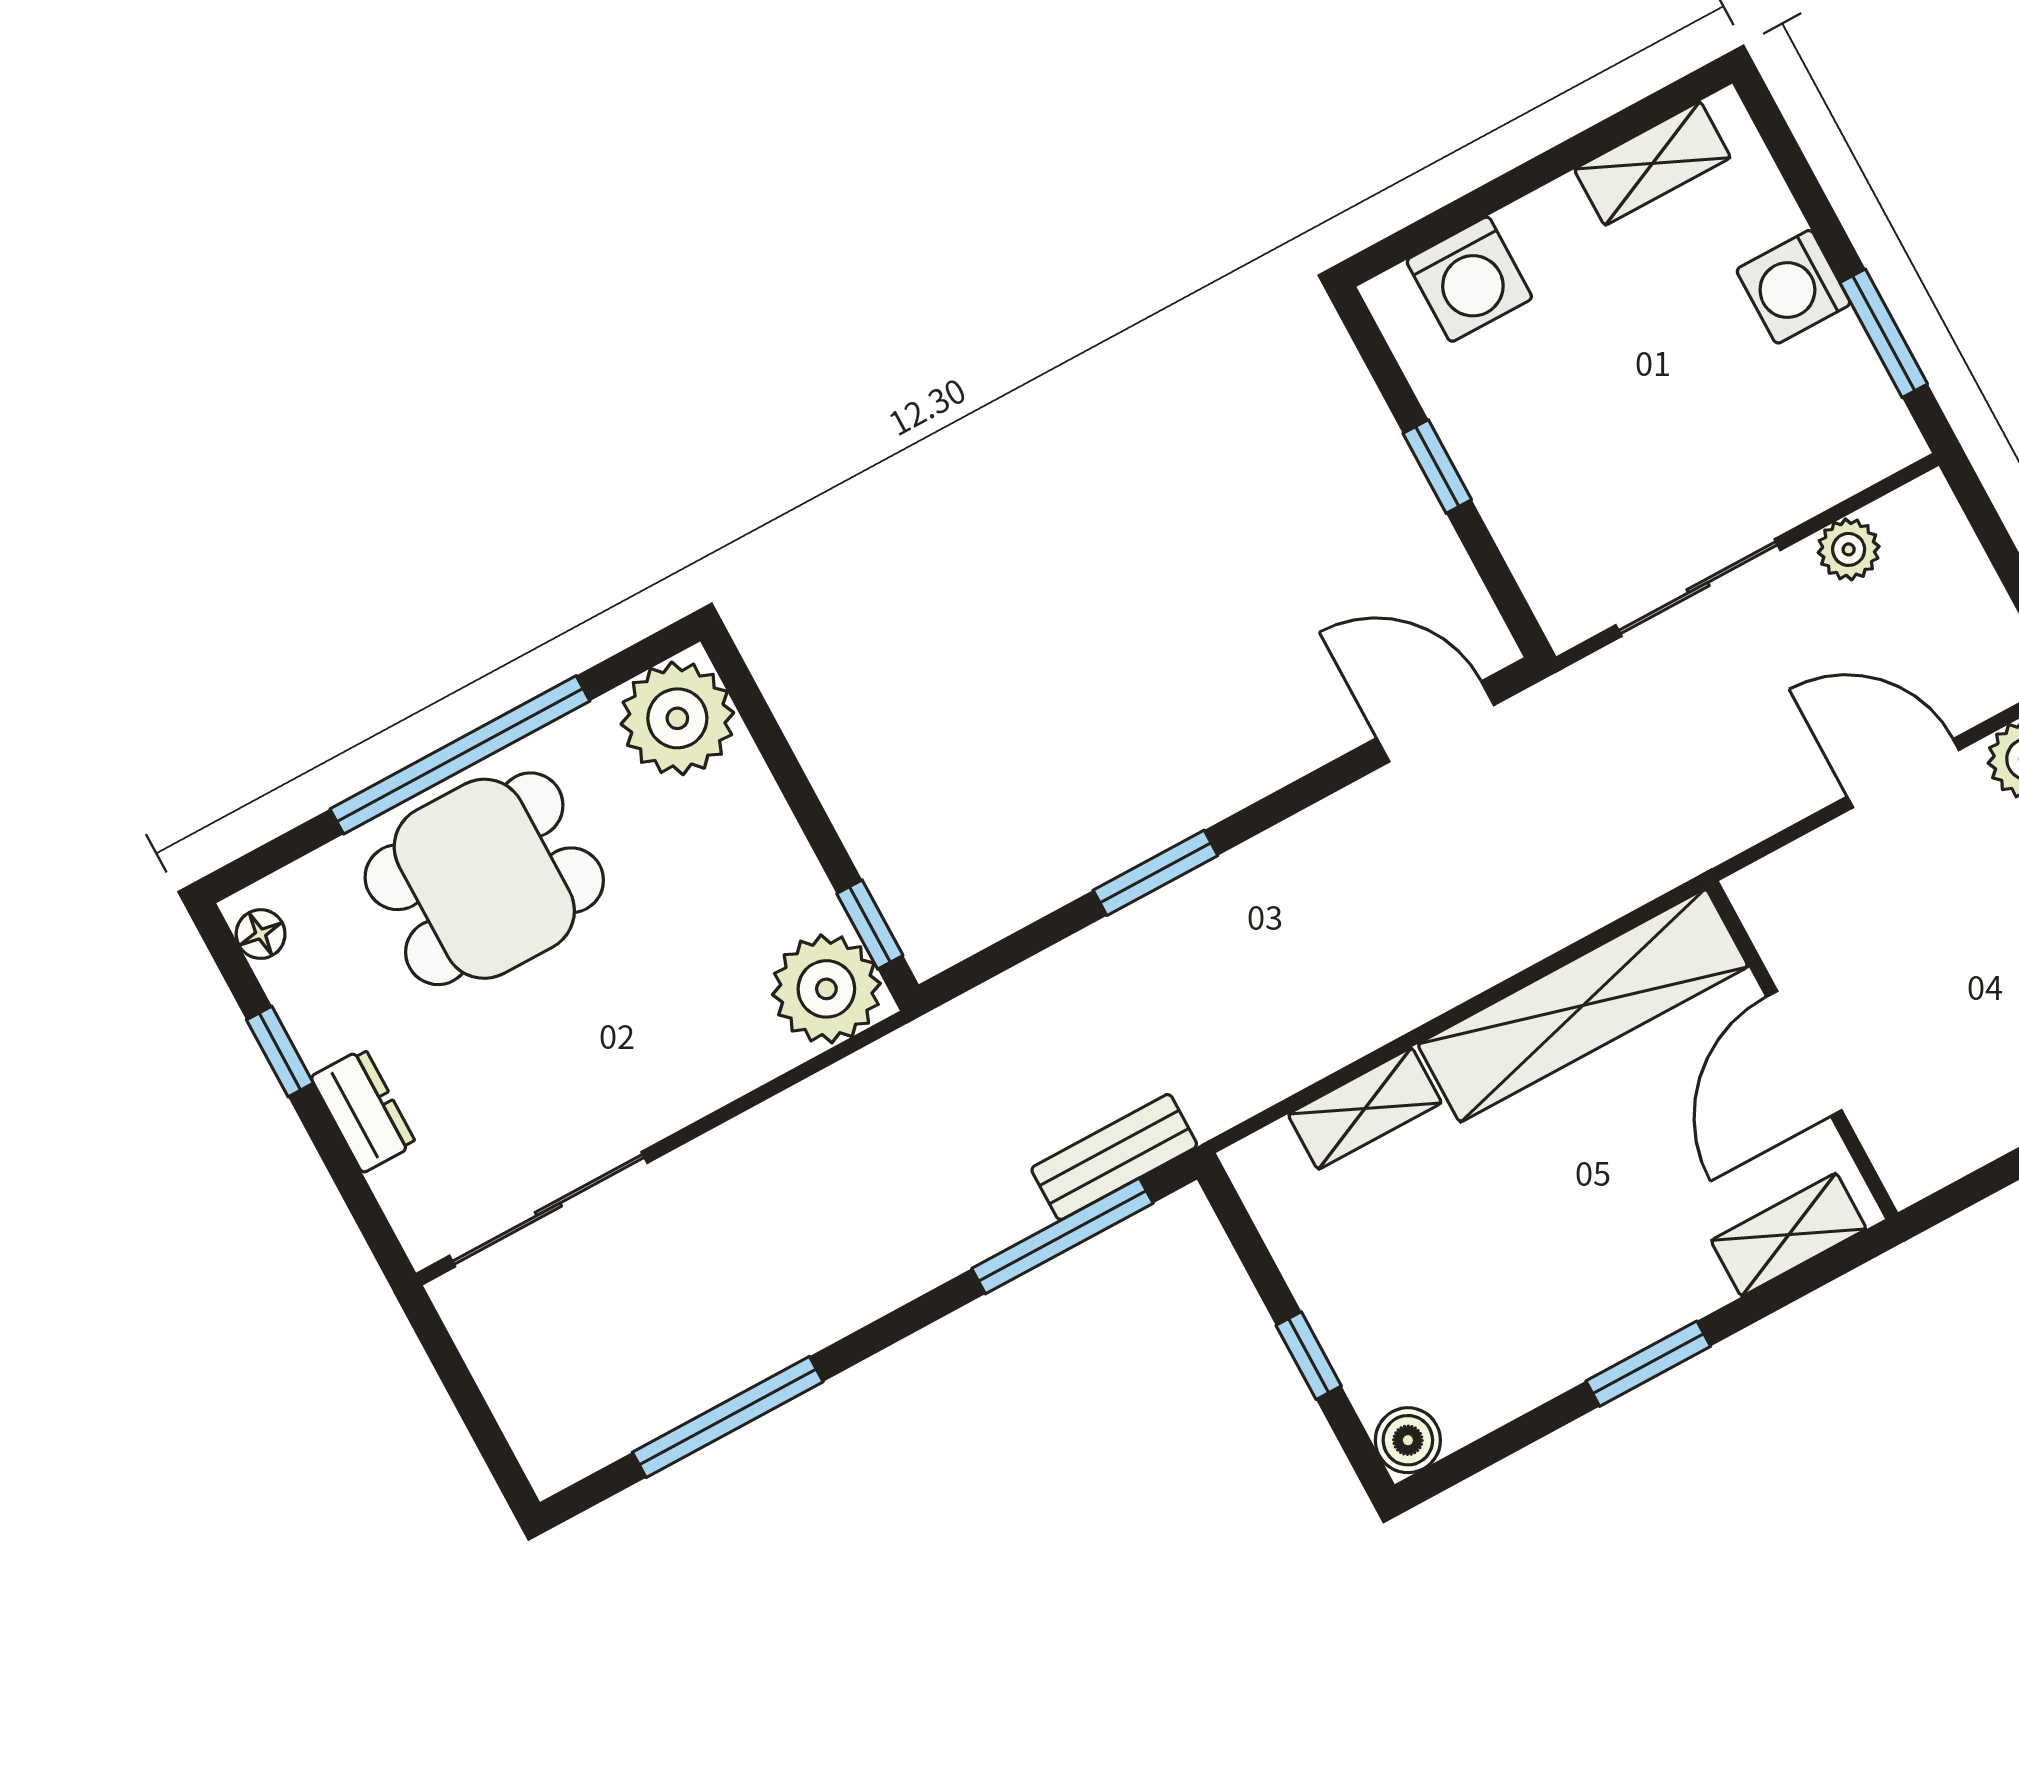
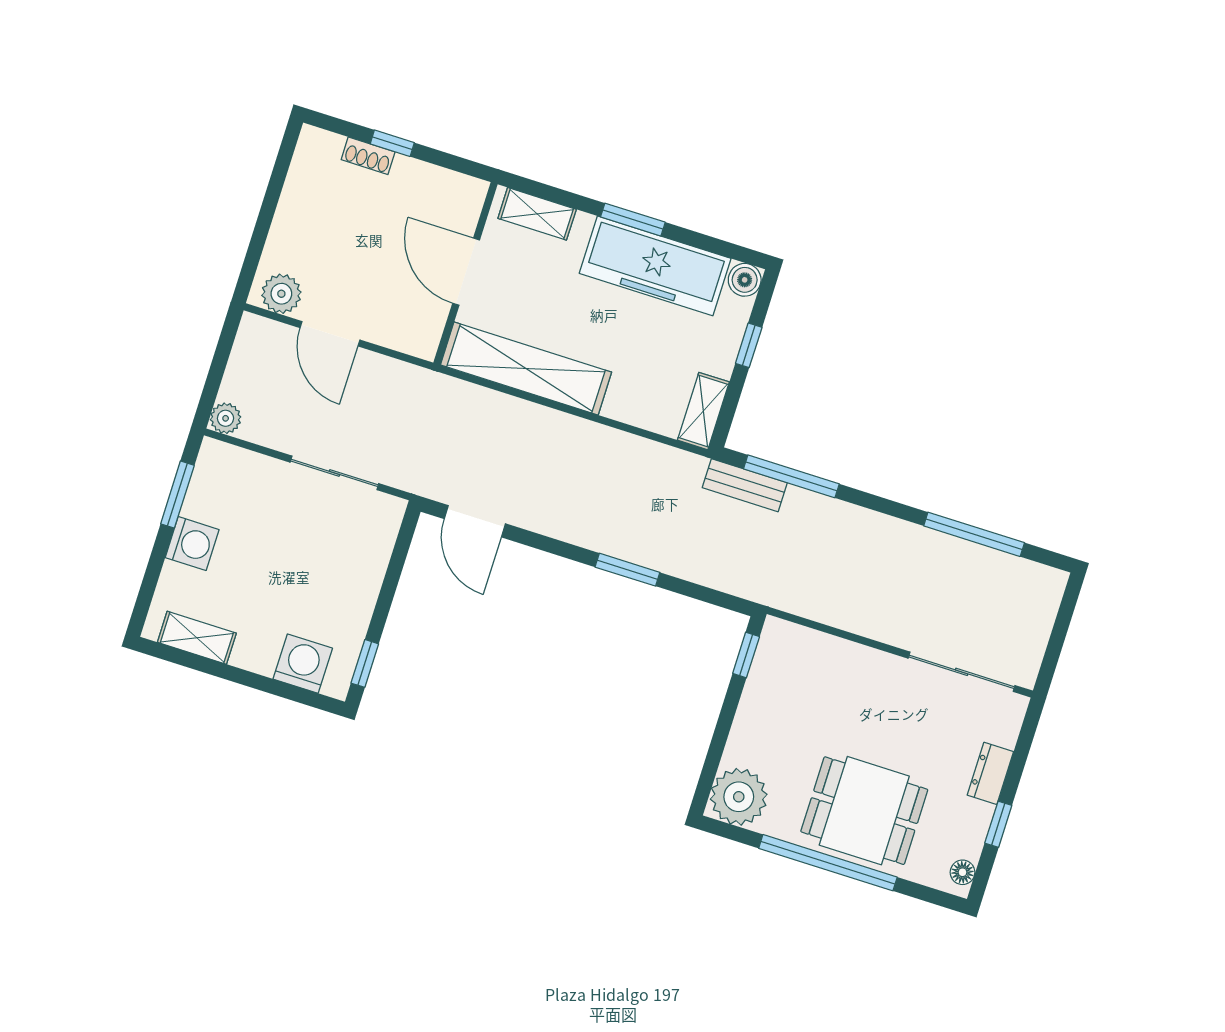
window: (1437, 467) -> (365, 663), moved
plant: (1849, 549) -> (226, 418), moved
plant: (826, 989) -> (785, 648), removed
door: (1804, 1054) -> (466, 272), swing flipped
shelving: (1365, 1109) -> (703, 411), moved, turned 90
freezer: (1551, 1332) -> (655, 266), added

